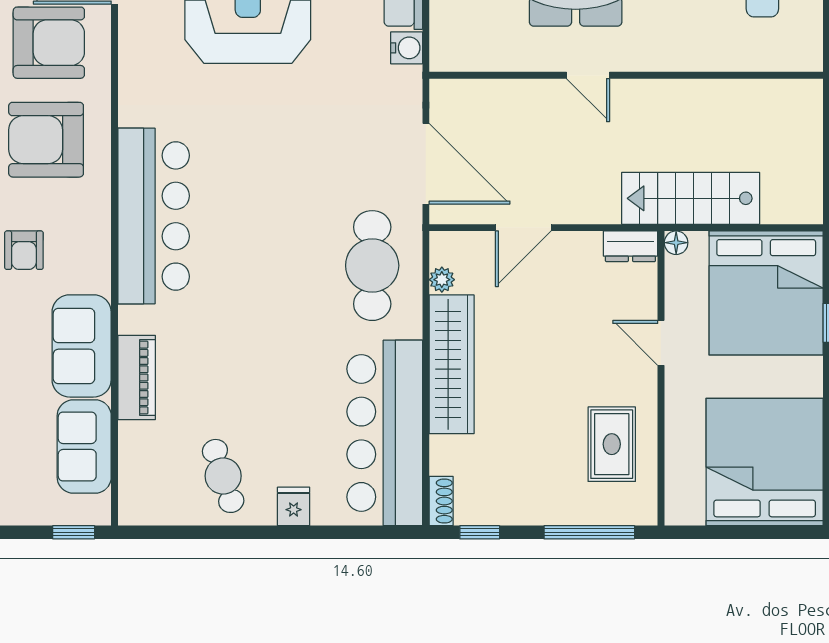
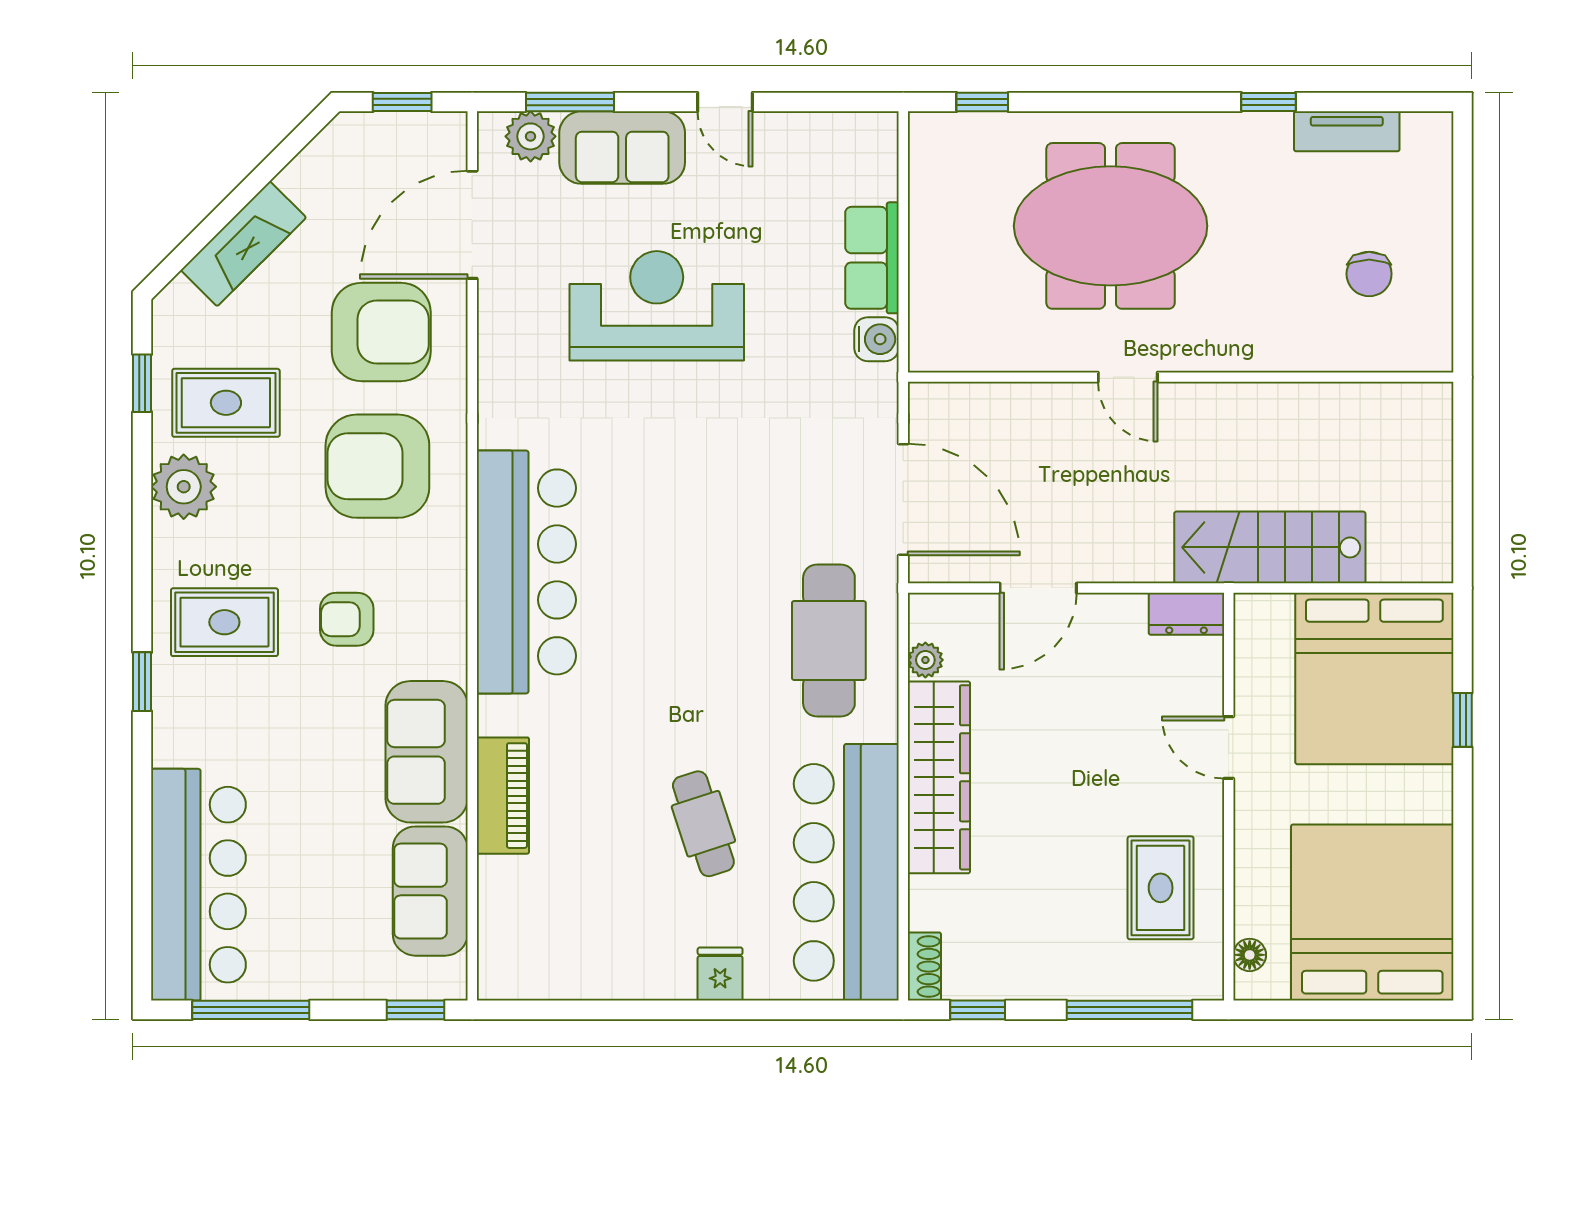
floor lamp: (676, 243) -> (1250, 955), moved
armchair: (24, 250) -> (347, 619), turned 90
cafe table: (223, 476) -> (703, 824), moved

